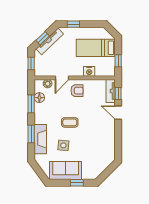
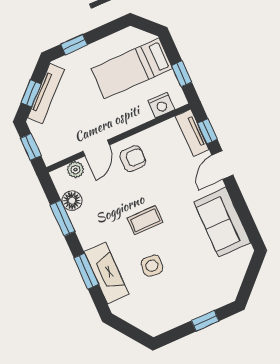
nightstand: (89, 71) -> (161, 105), moved
door: (118, 113) -> (222, 165), hinge flipped
sofa: (66, 170) -> (222, 222), moved, turned -90

